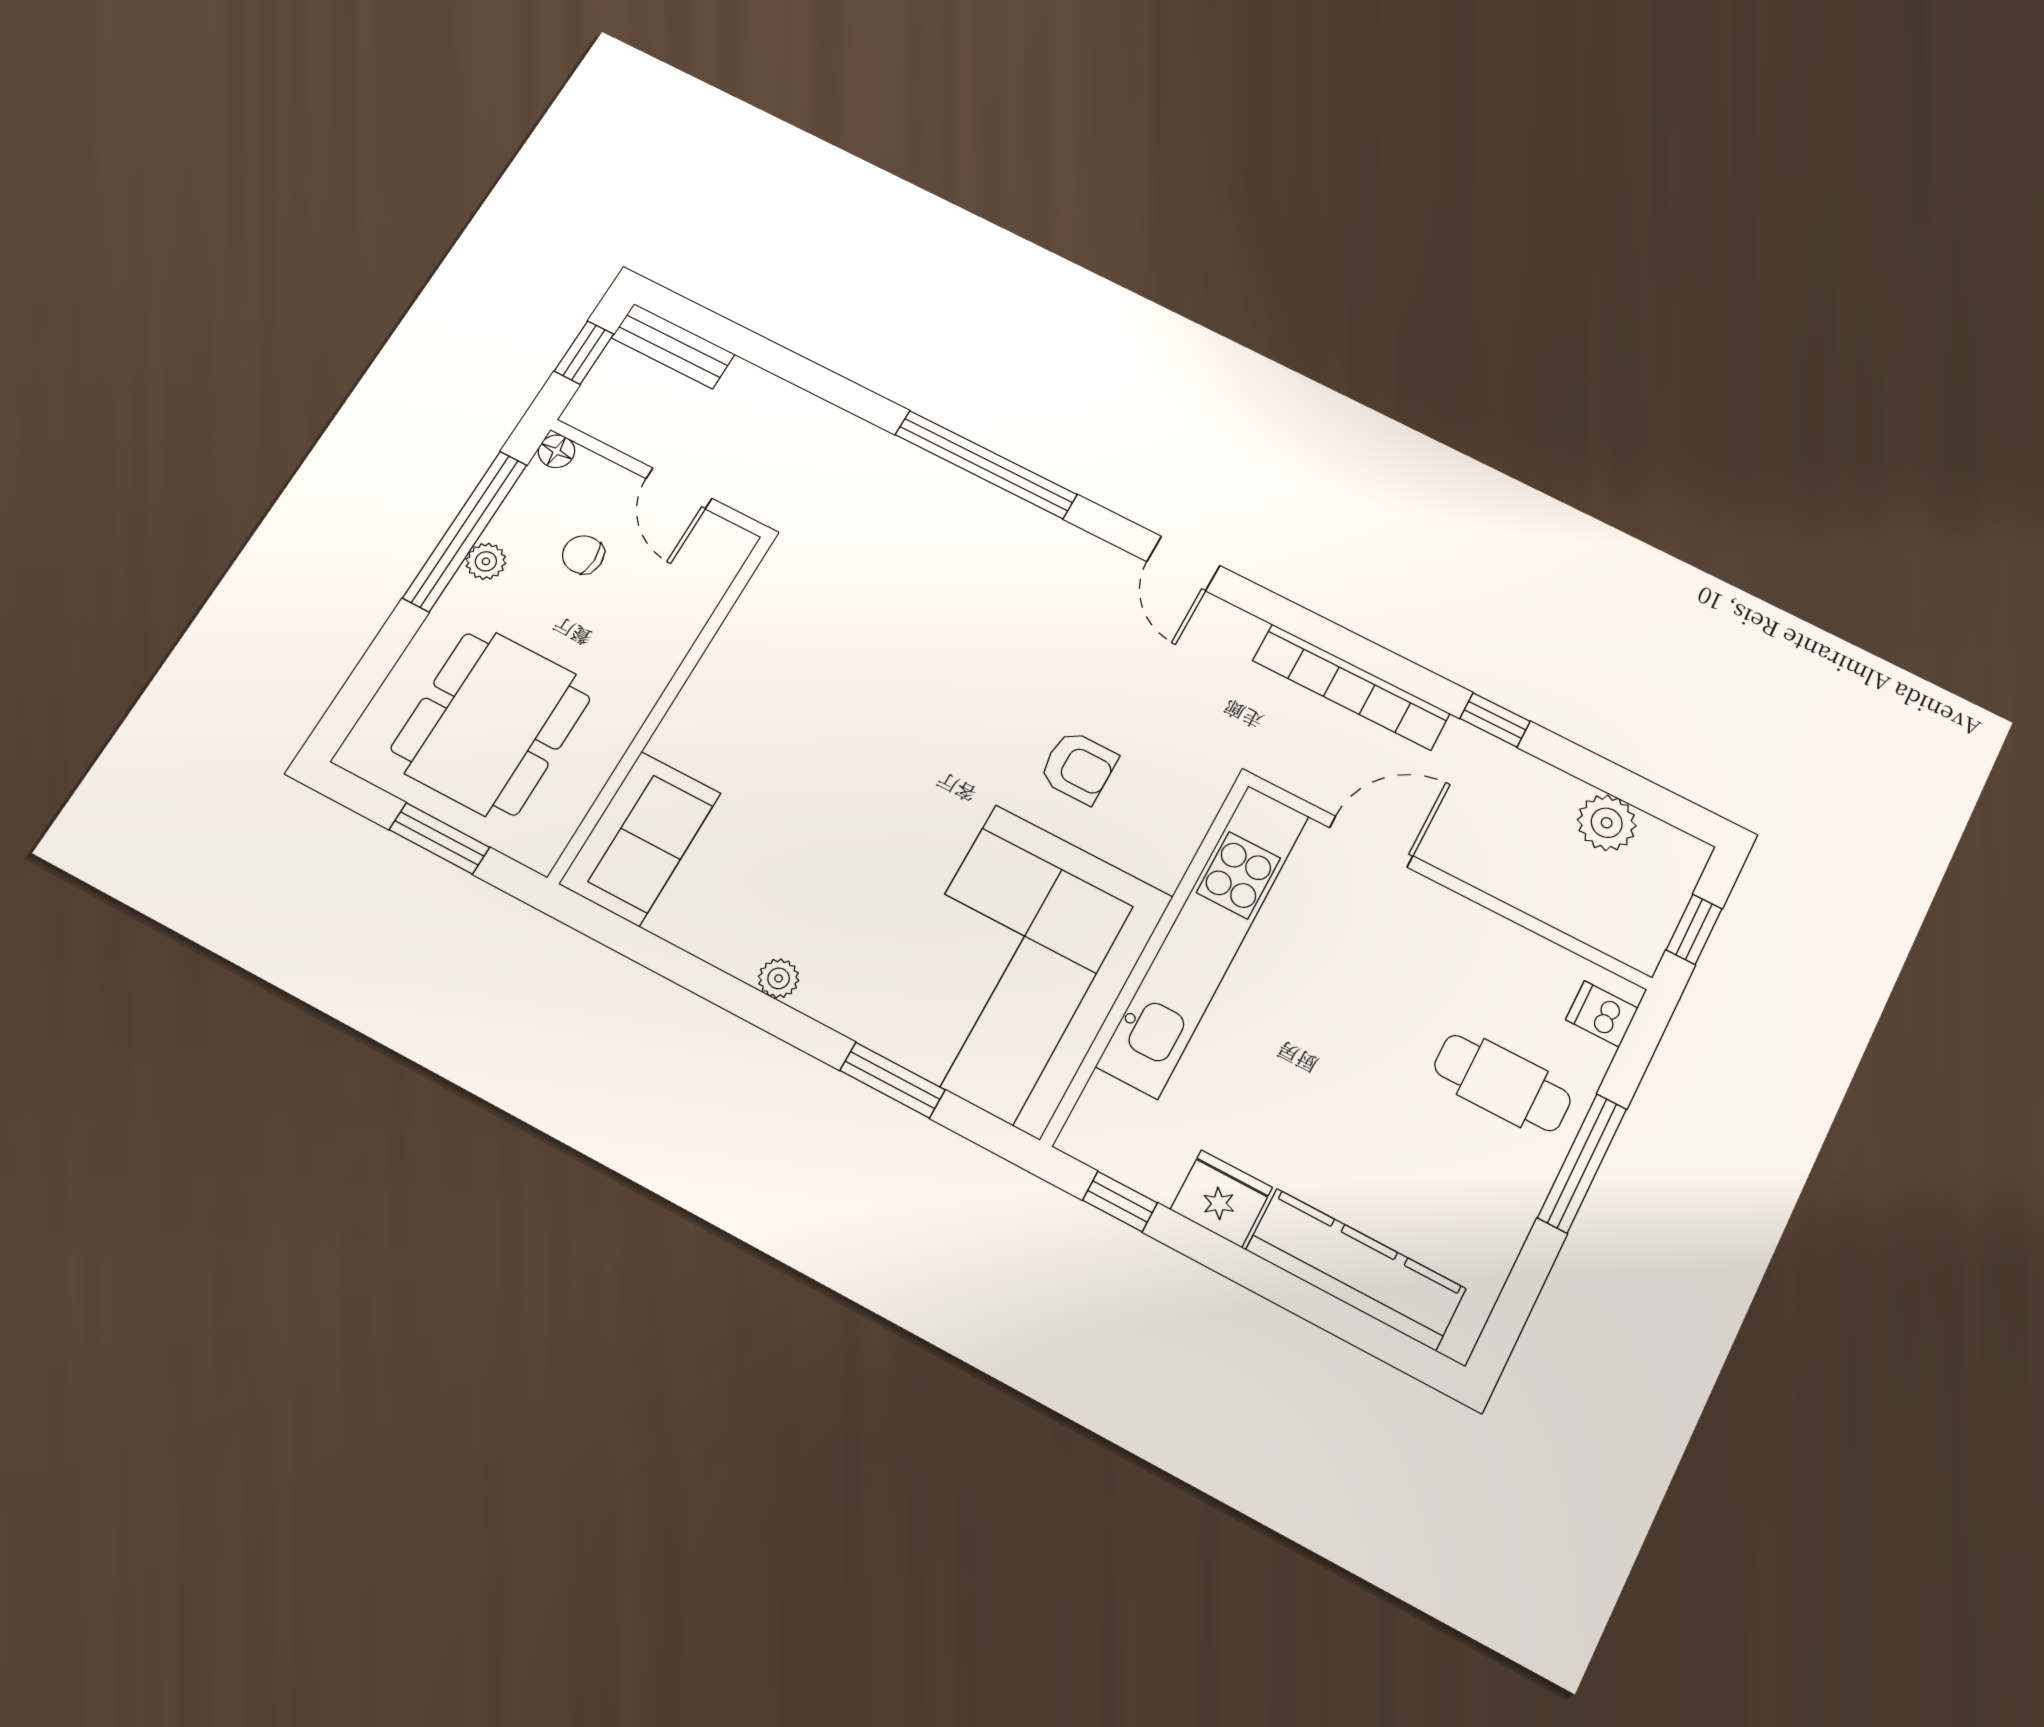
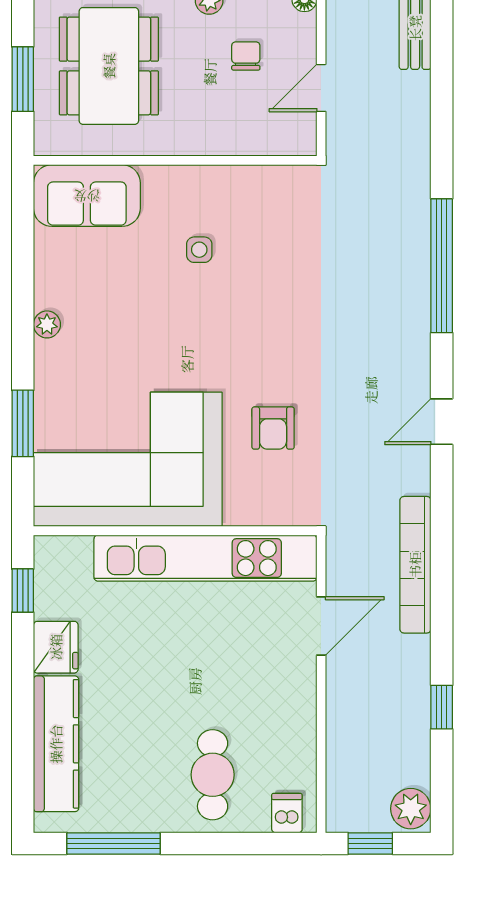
window: (1495, 720) -> (442, 707), moved
dining table: (491, 724) -> (109, 66), turned 90
side table: (794, 737) -> (199, 250), added
plant: (1607, 823) -> (411, 809), moved
door: (1371, 842) -> (321, 626), hinge flipped
window: (1582, 1163) -> (114, 843), moved

